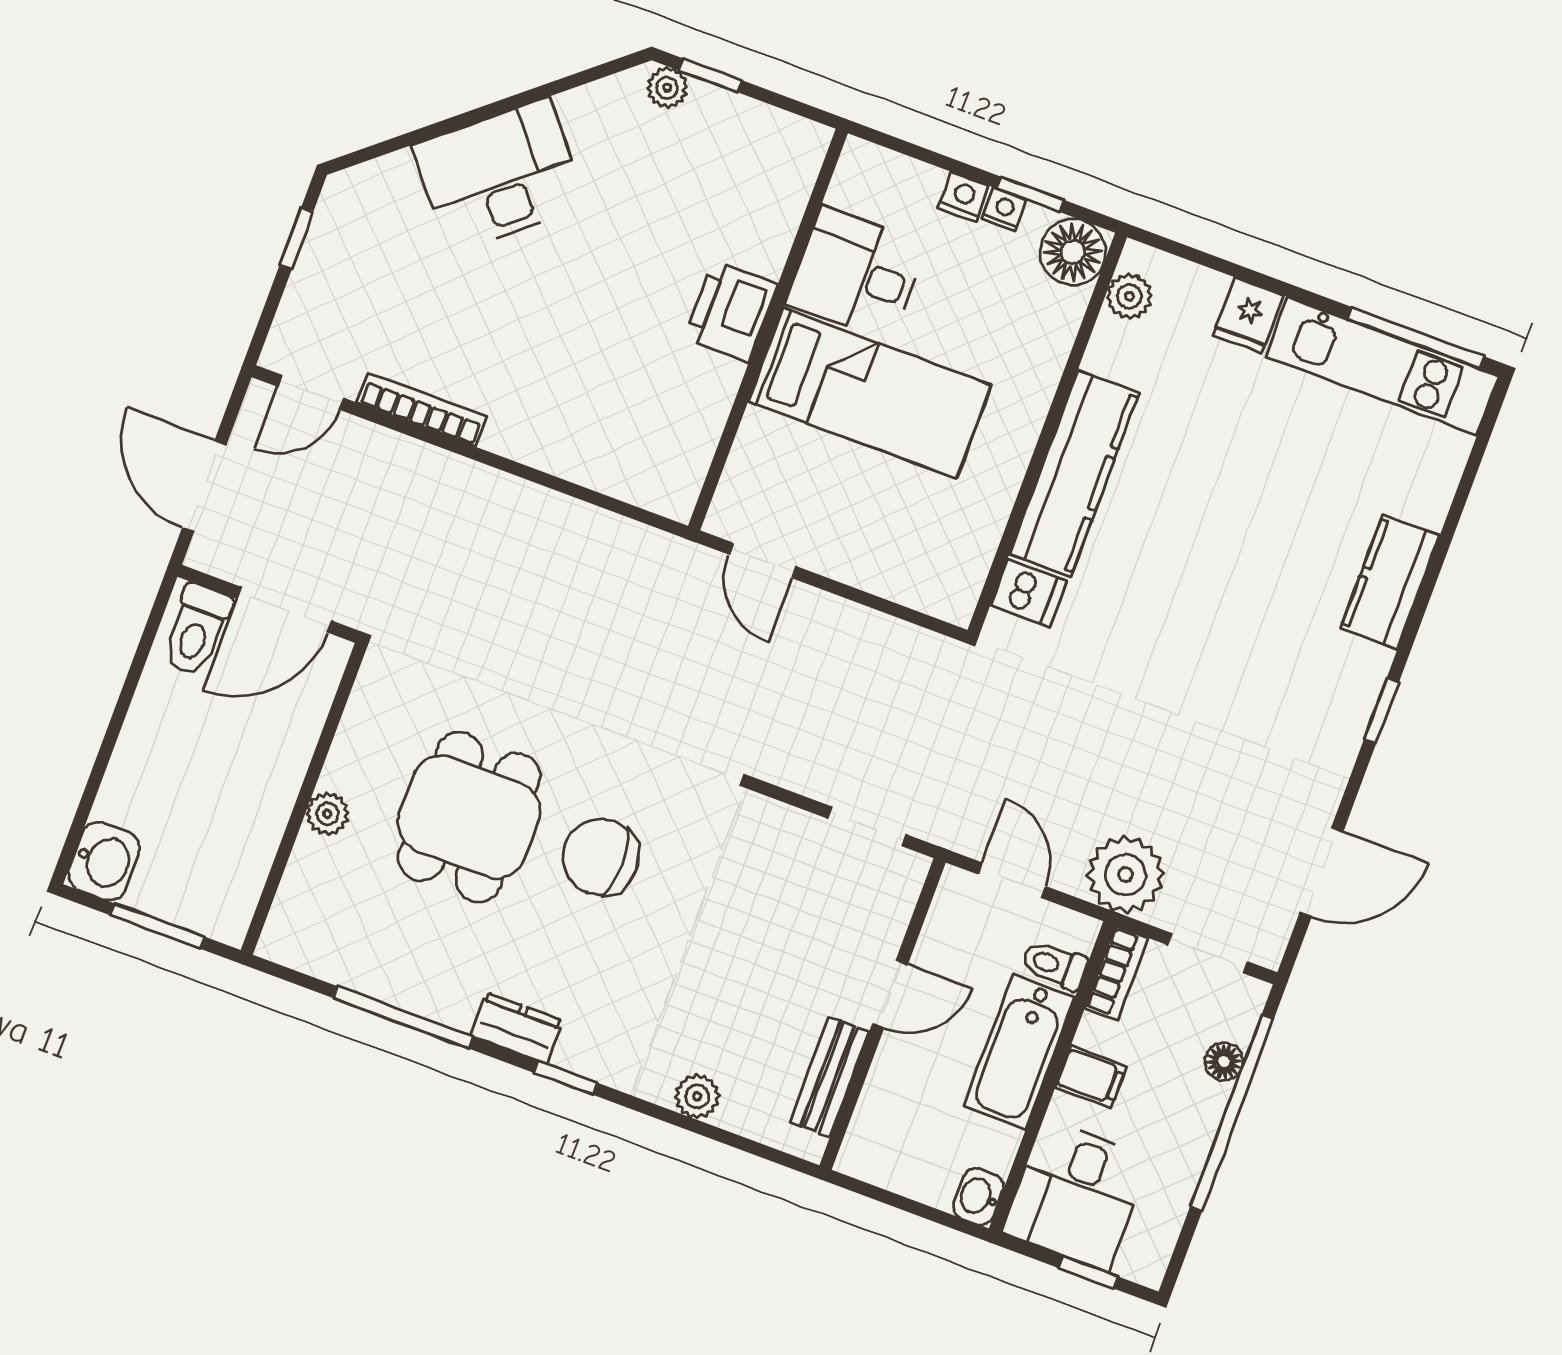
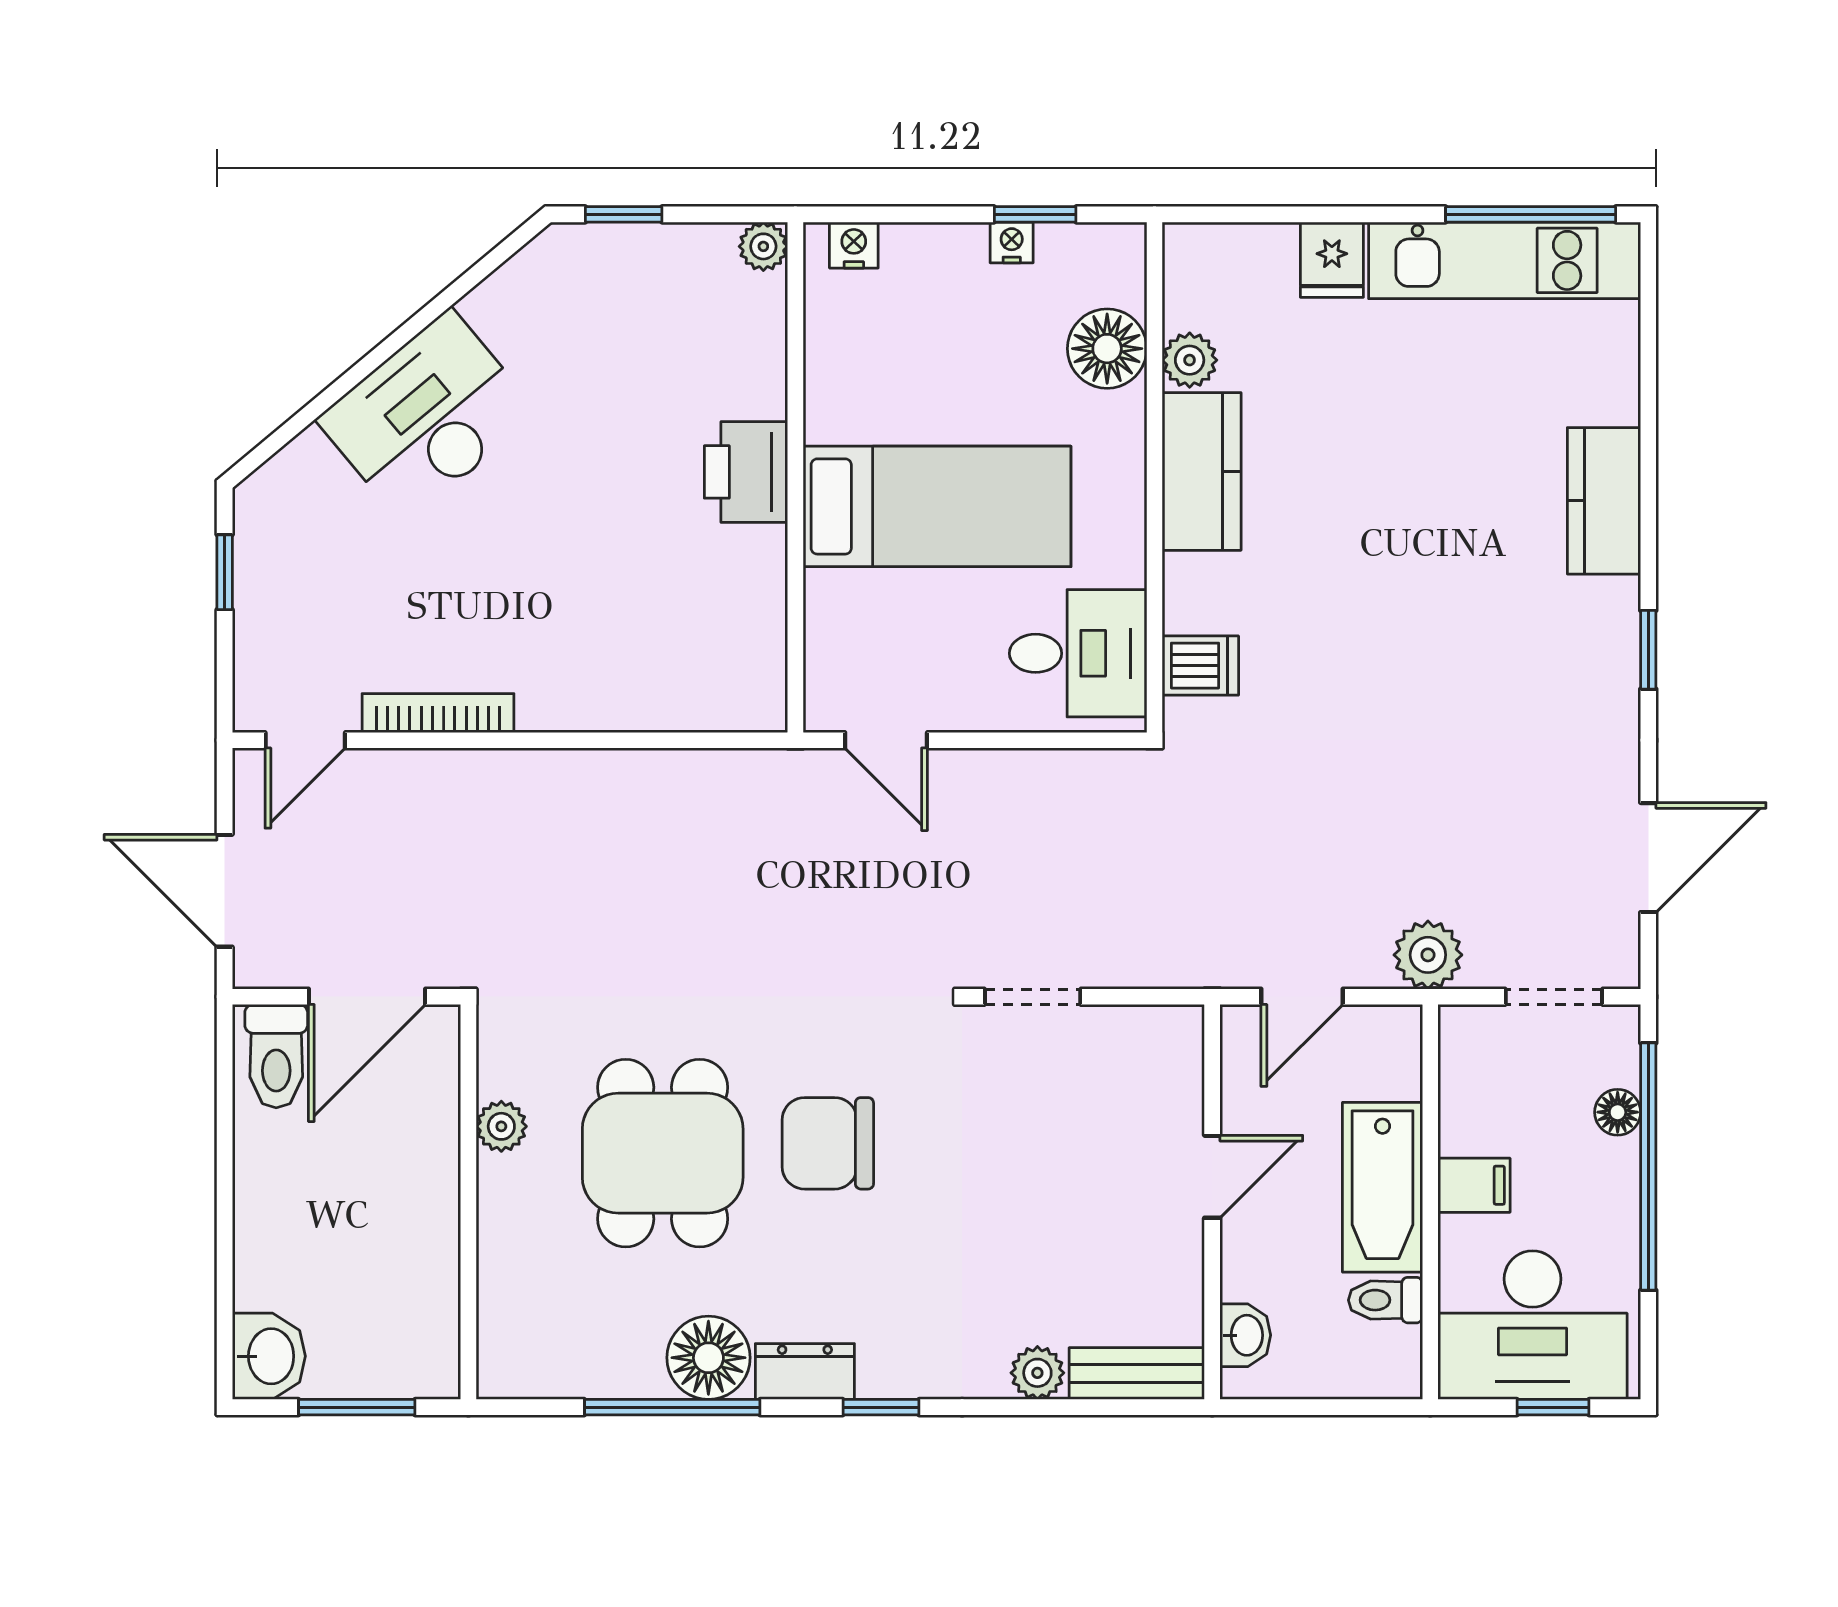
plant: (667, 88) -> (763, 246), moved
nightstand: (964, 197) -> (854, 245), moved
floor lamp: (1073, 252) -> (1107, 349), moved
desk: (856, 274) -> (1078, 653), moved, turned 180
plant: (1129, 296) -> (1190, 360), moved
kitchen counter: (1074, 473) -> (1202, 471), width x0.67
plant: (327, 814) -> (501, 1126), moved
doorway: (867, 826) -> (1033, 997), moved
plant: (1125, 875) -> (1428, 955), width x0.73, depth x0.73
door: (1012, 880) -> (1302, 997), swing flipped
toilet: (1054, 965) -> (1385, 1300), moved
bookcase: (1116, 973) -> (1459, 1057), removed
floor lamp: (446, 989) -> (708, 1358), added
bench: (829, 1077) -> (1137, 1374), moved, turned 90
desk: (1076, 1195) -> (1533, 1325), width x1.37
washbasin: (978, 1197) -> (1245, 1335), moved, turned 180

